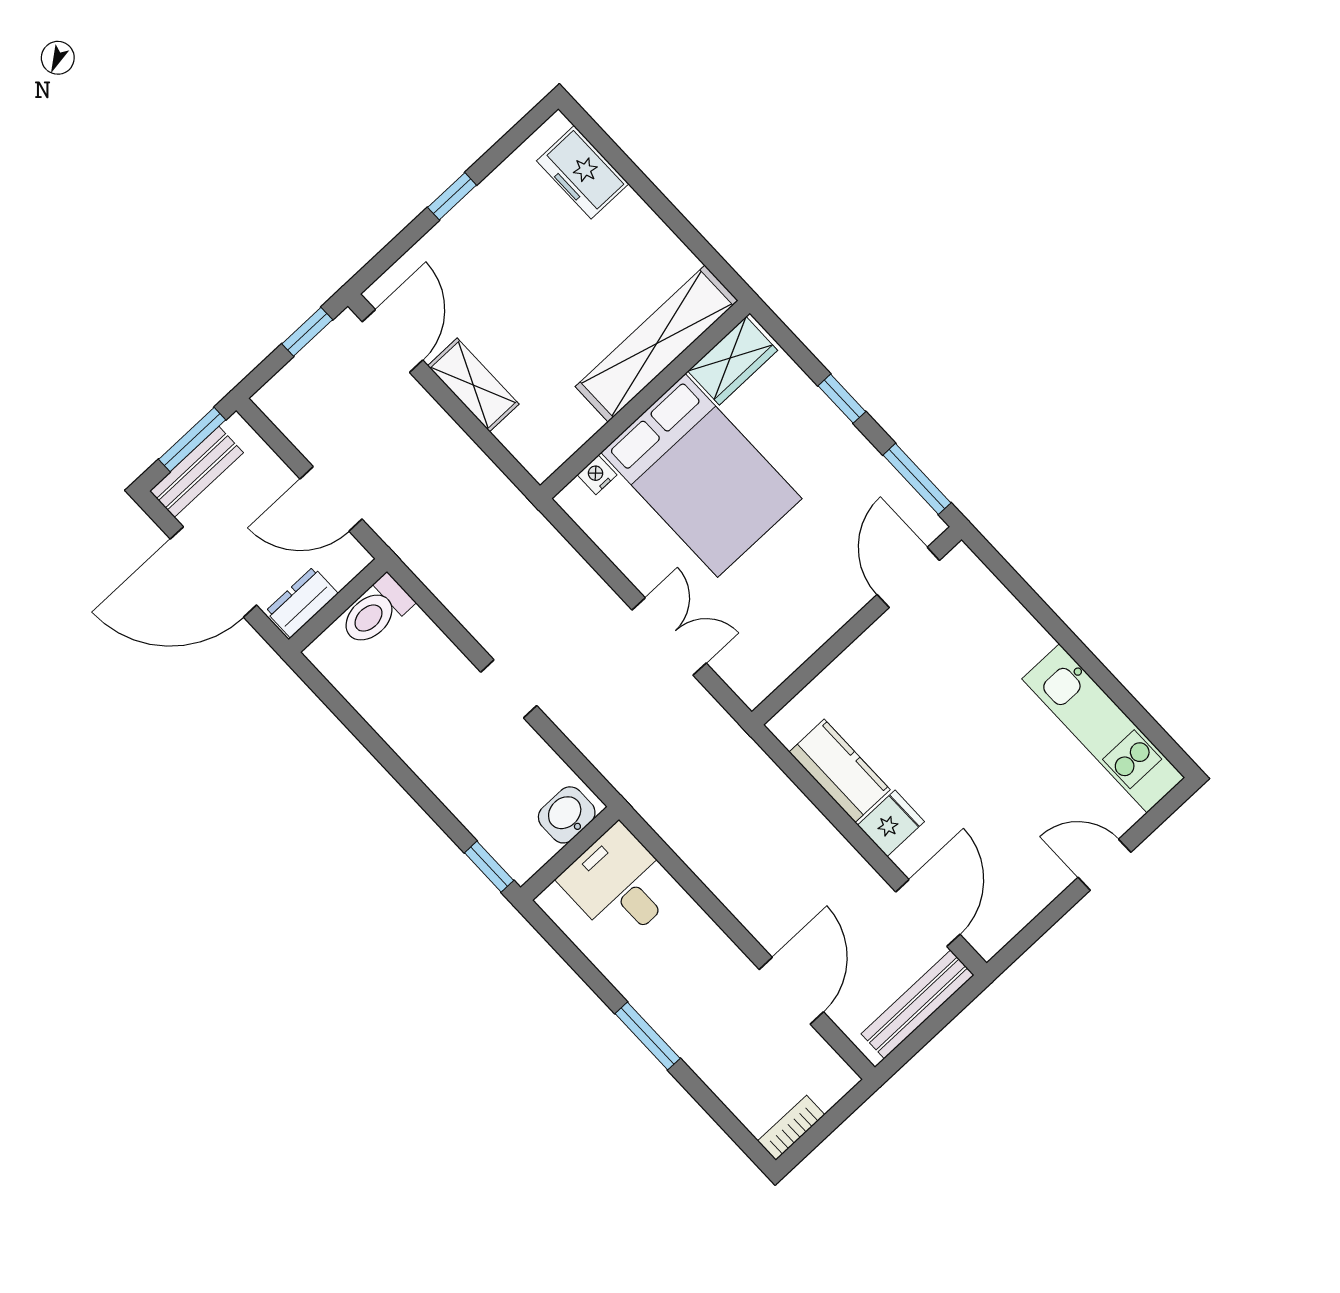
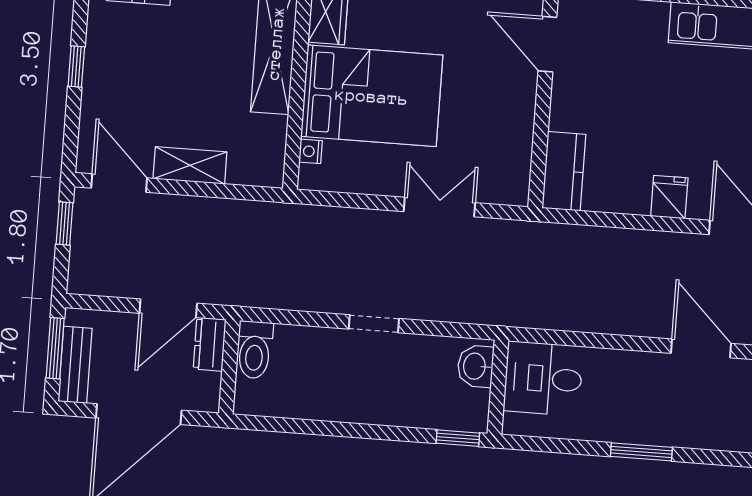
dresser: (302, 602) -> (210, 344), moved
kitchen counter: (840, 771) -> (564, 171), moved, turned 90

